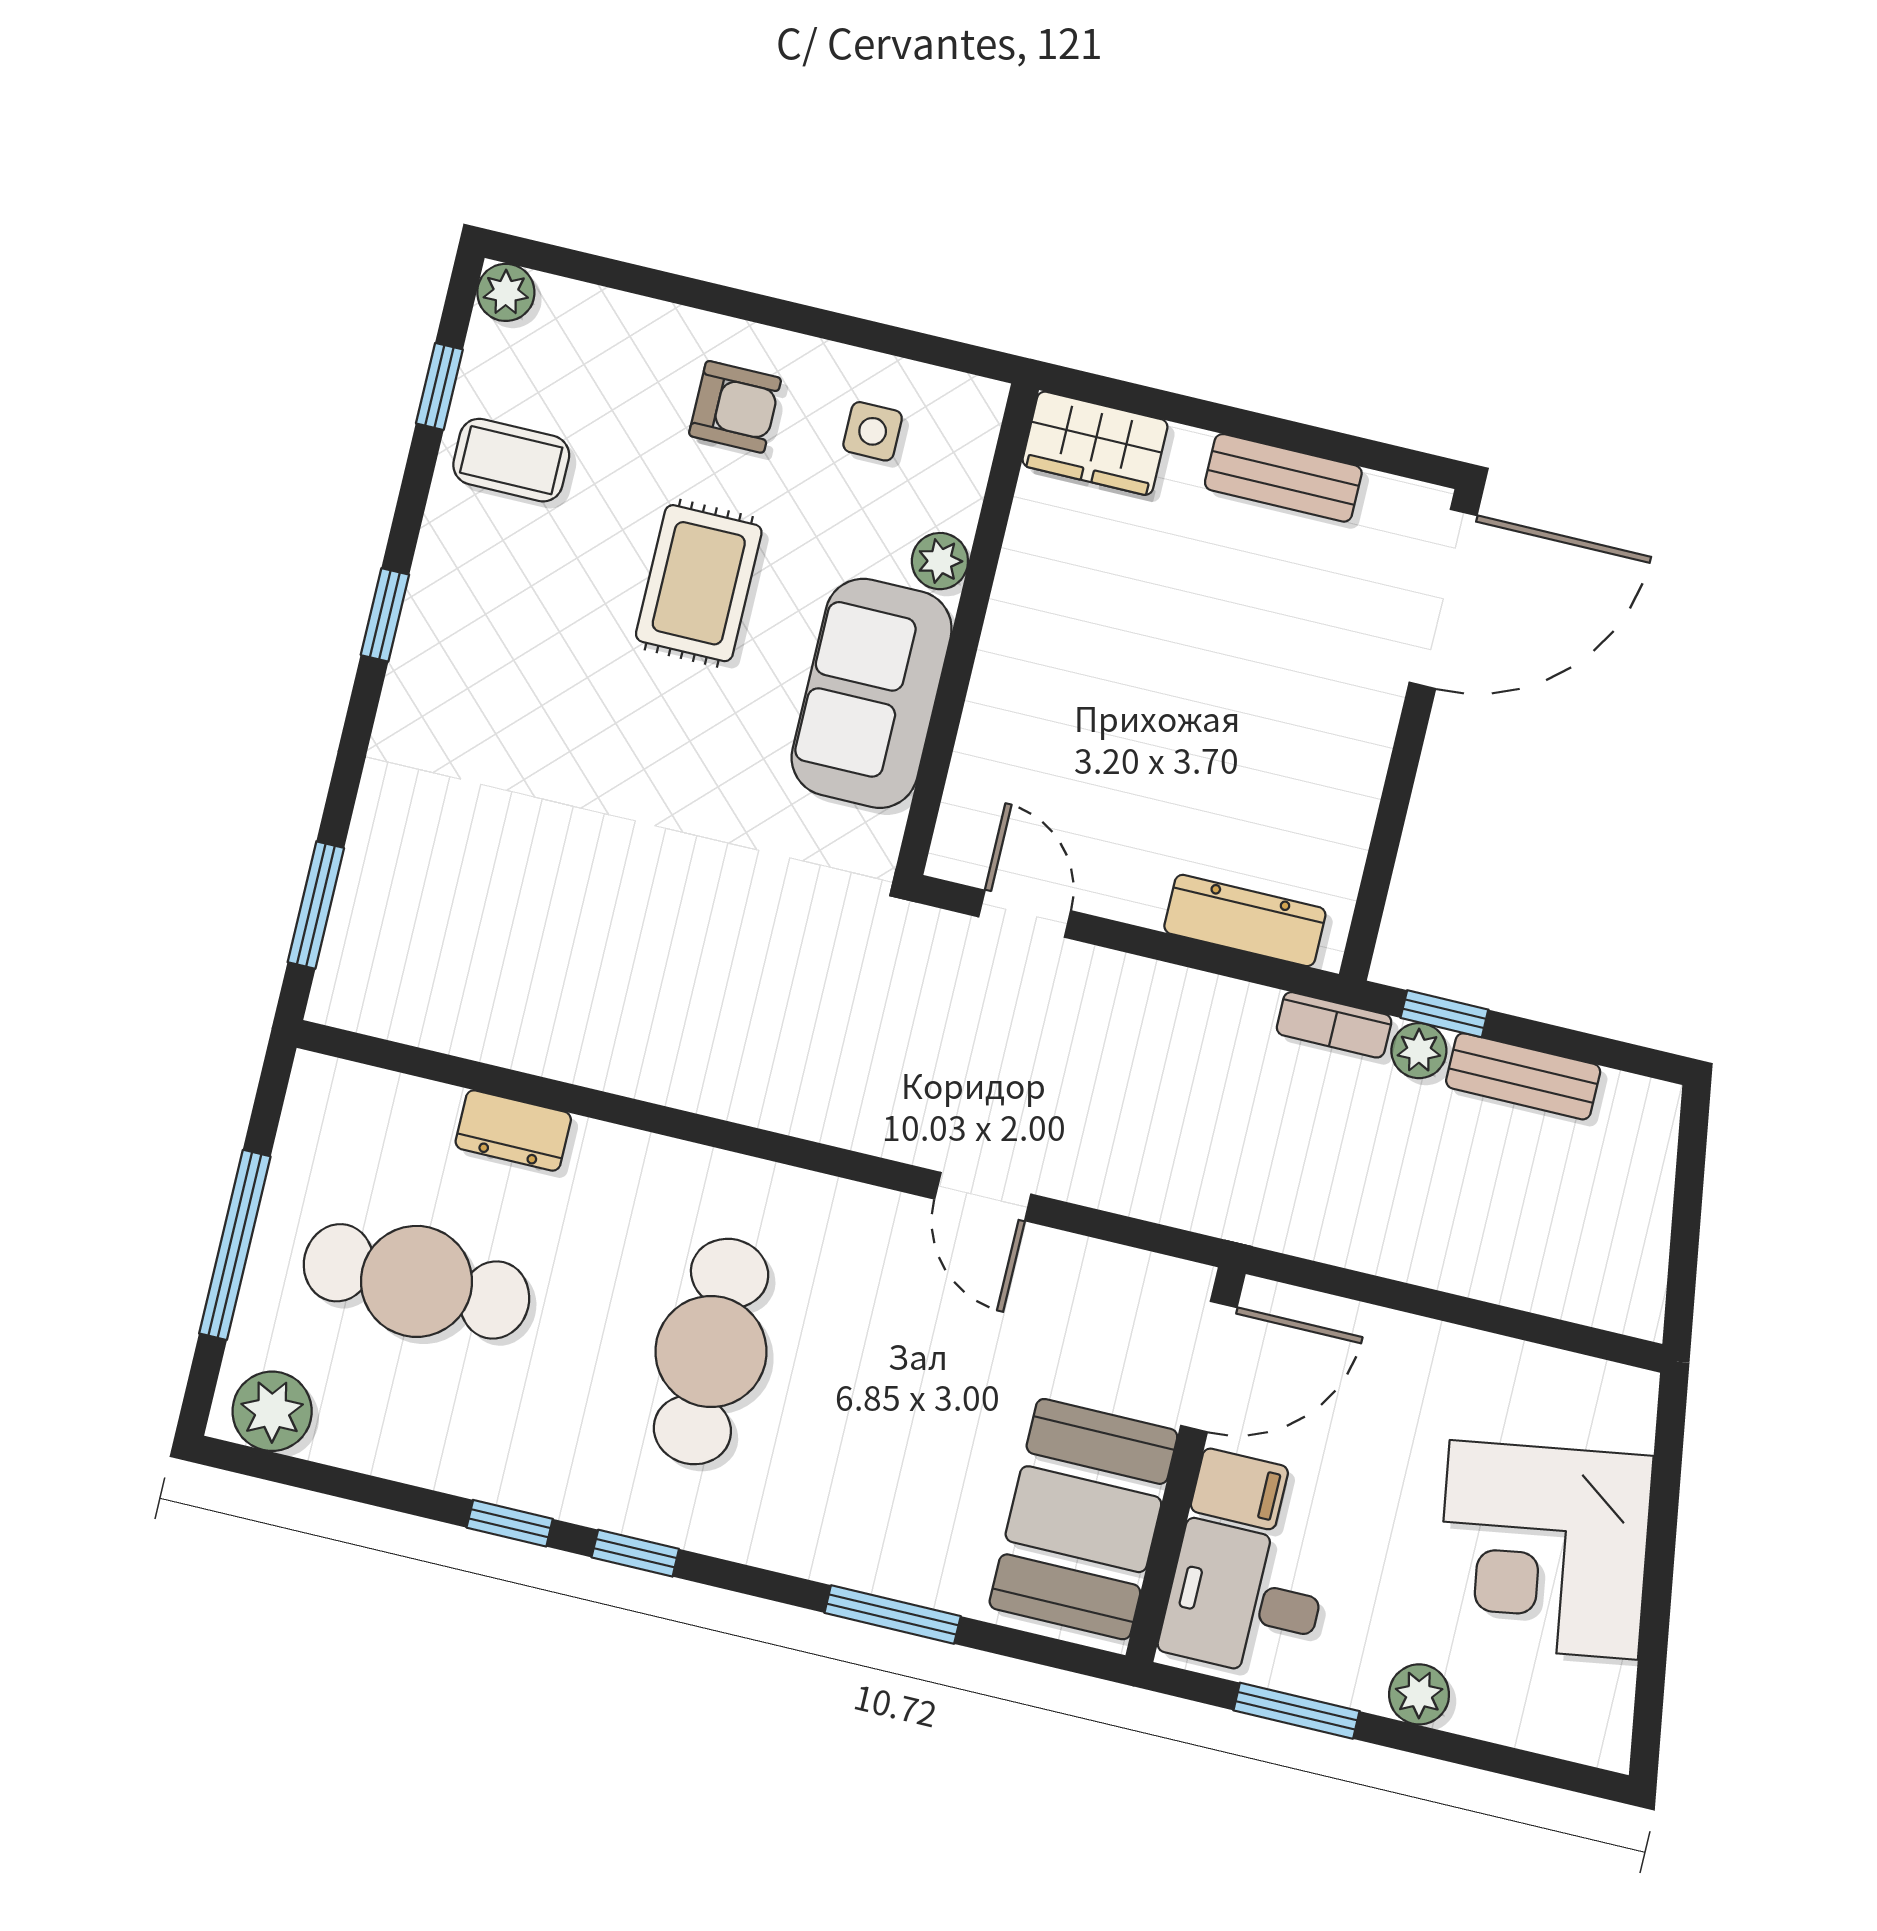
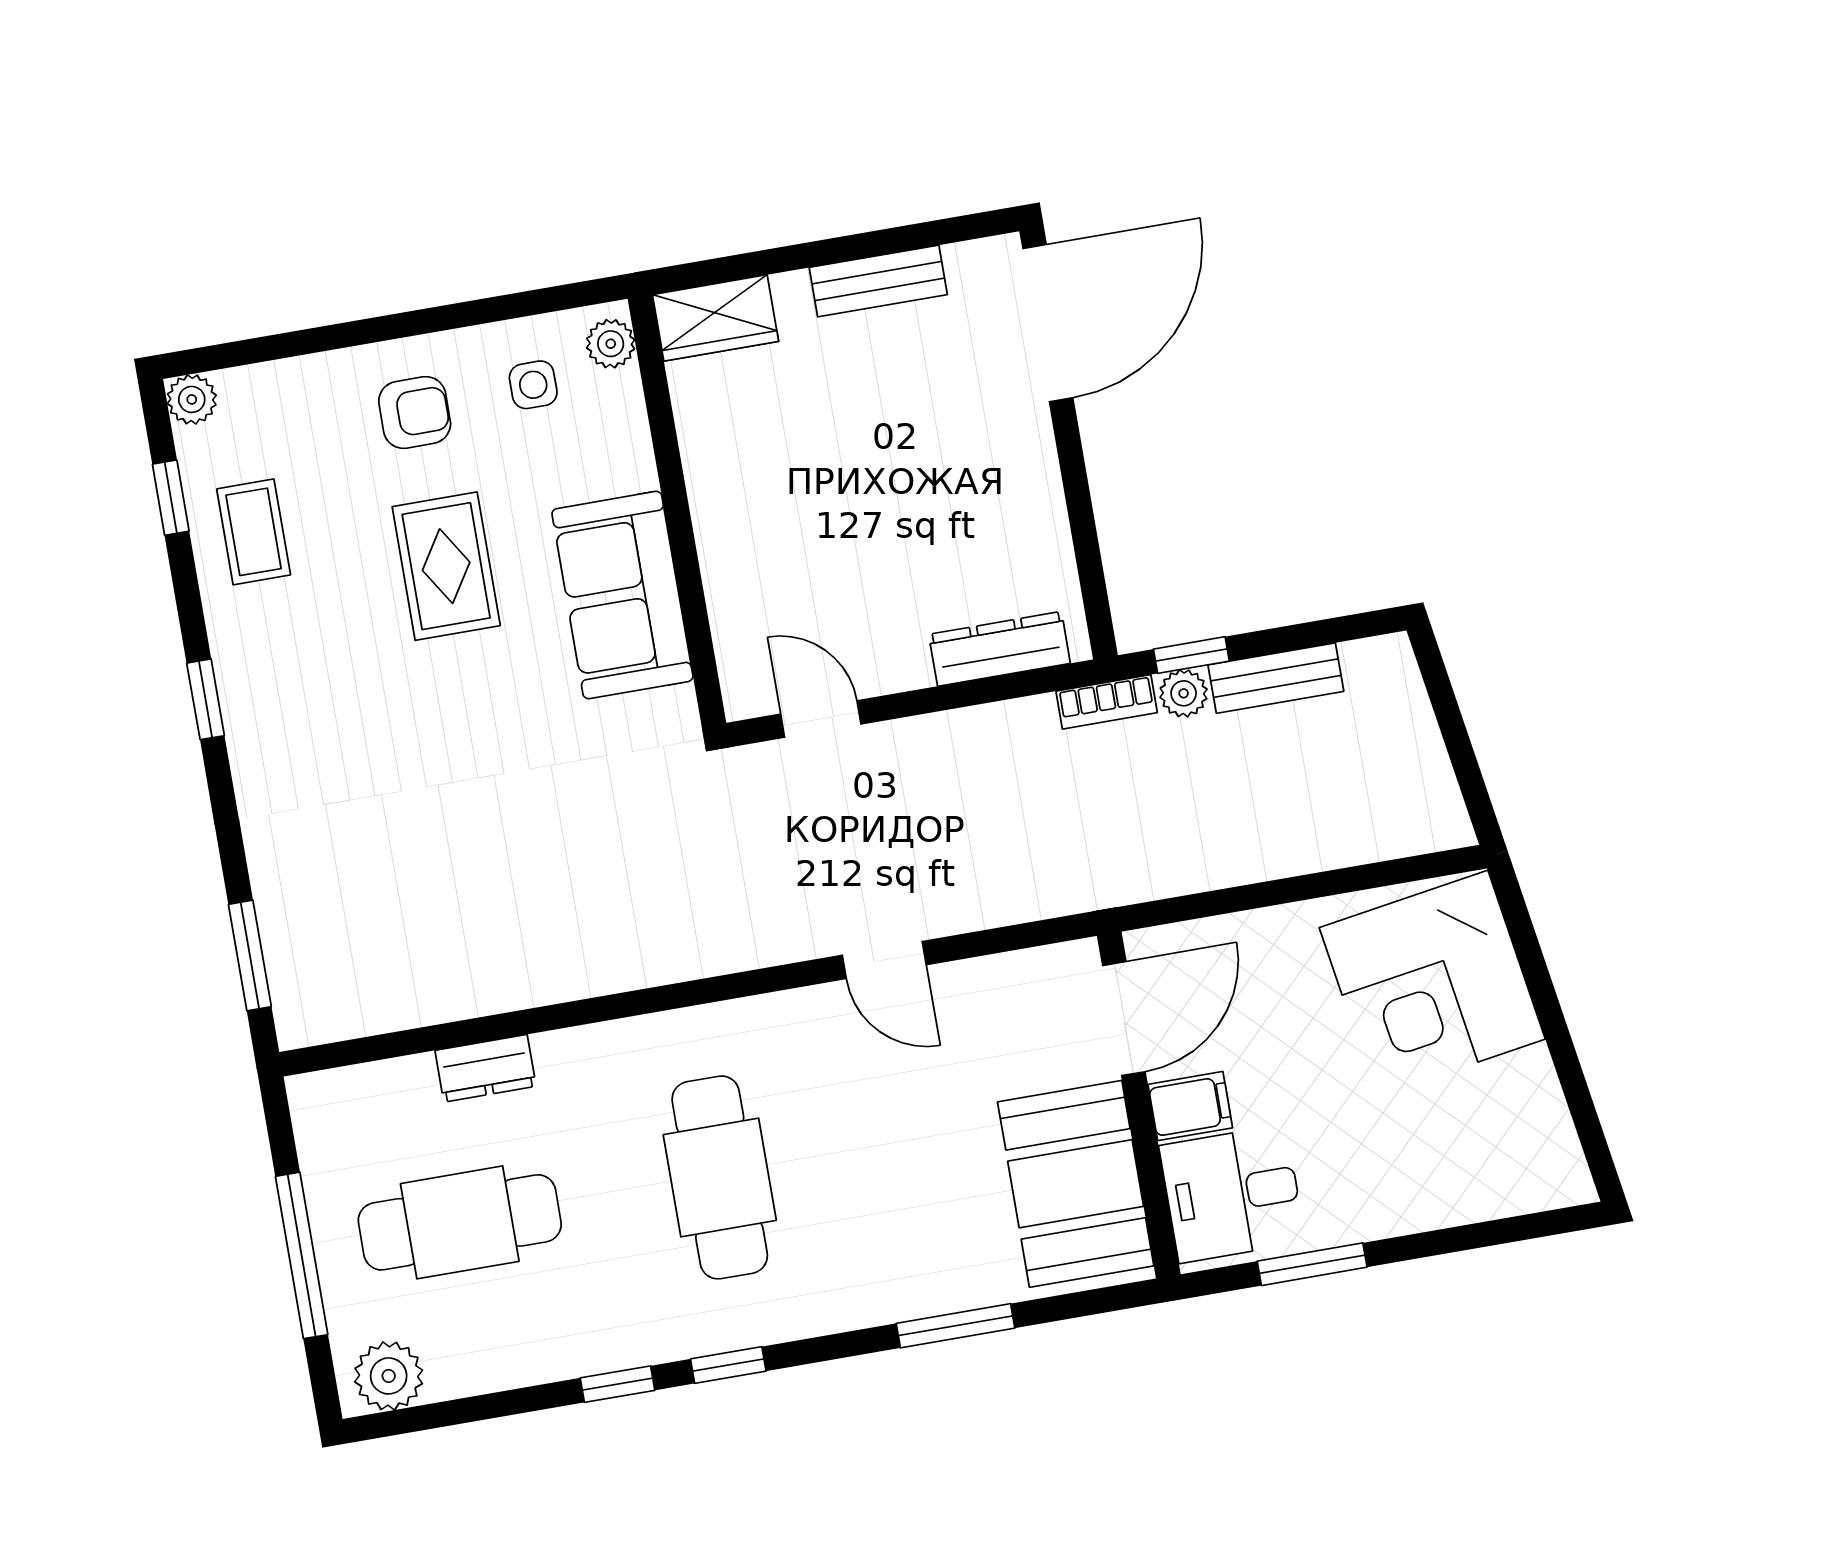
coffee table: (511, 460) -> (254, 532), turned 90
plant: (940, 561) -> (611, 344), moved
corner desk: (1544, 1550) -> (1432, 983), moved
plant: (1419, 1694) -> (1405, 1209), removed

